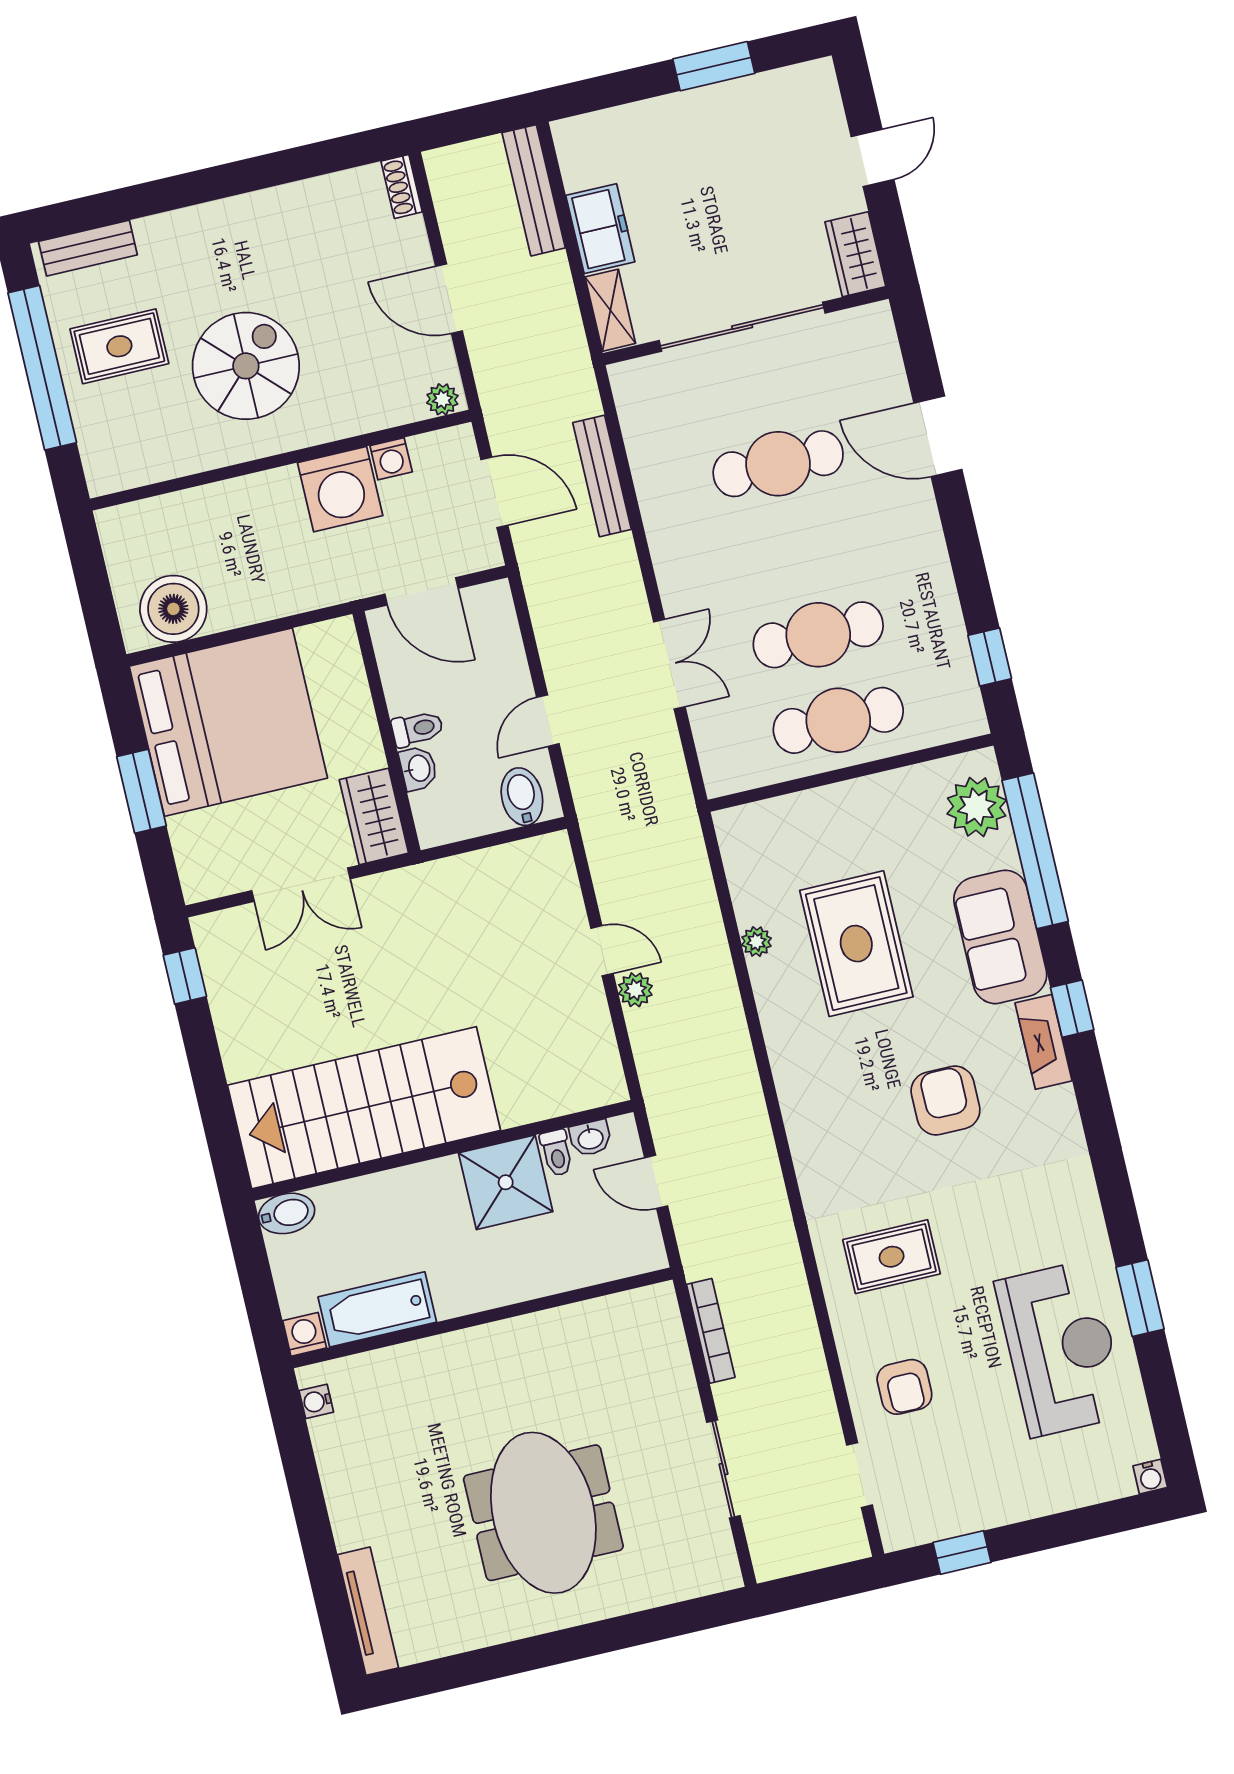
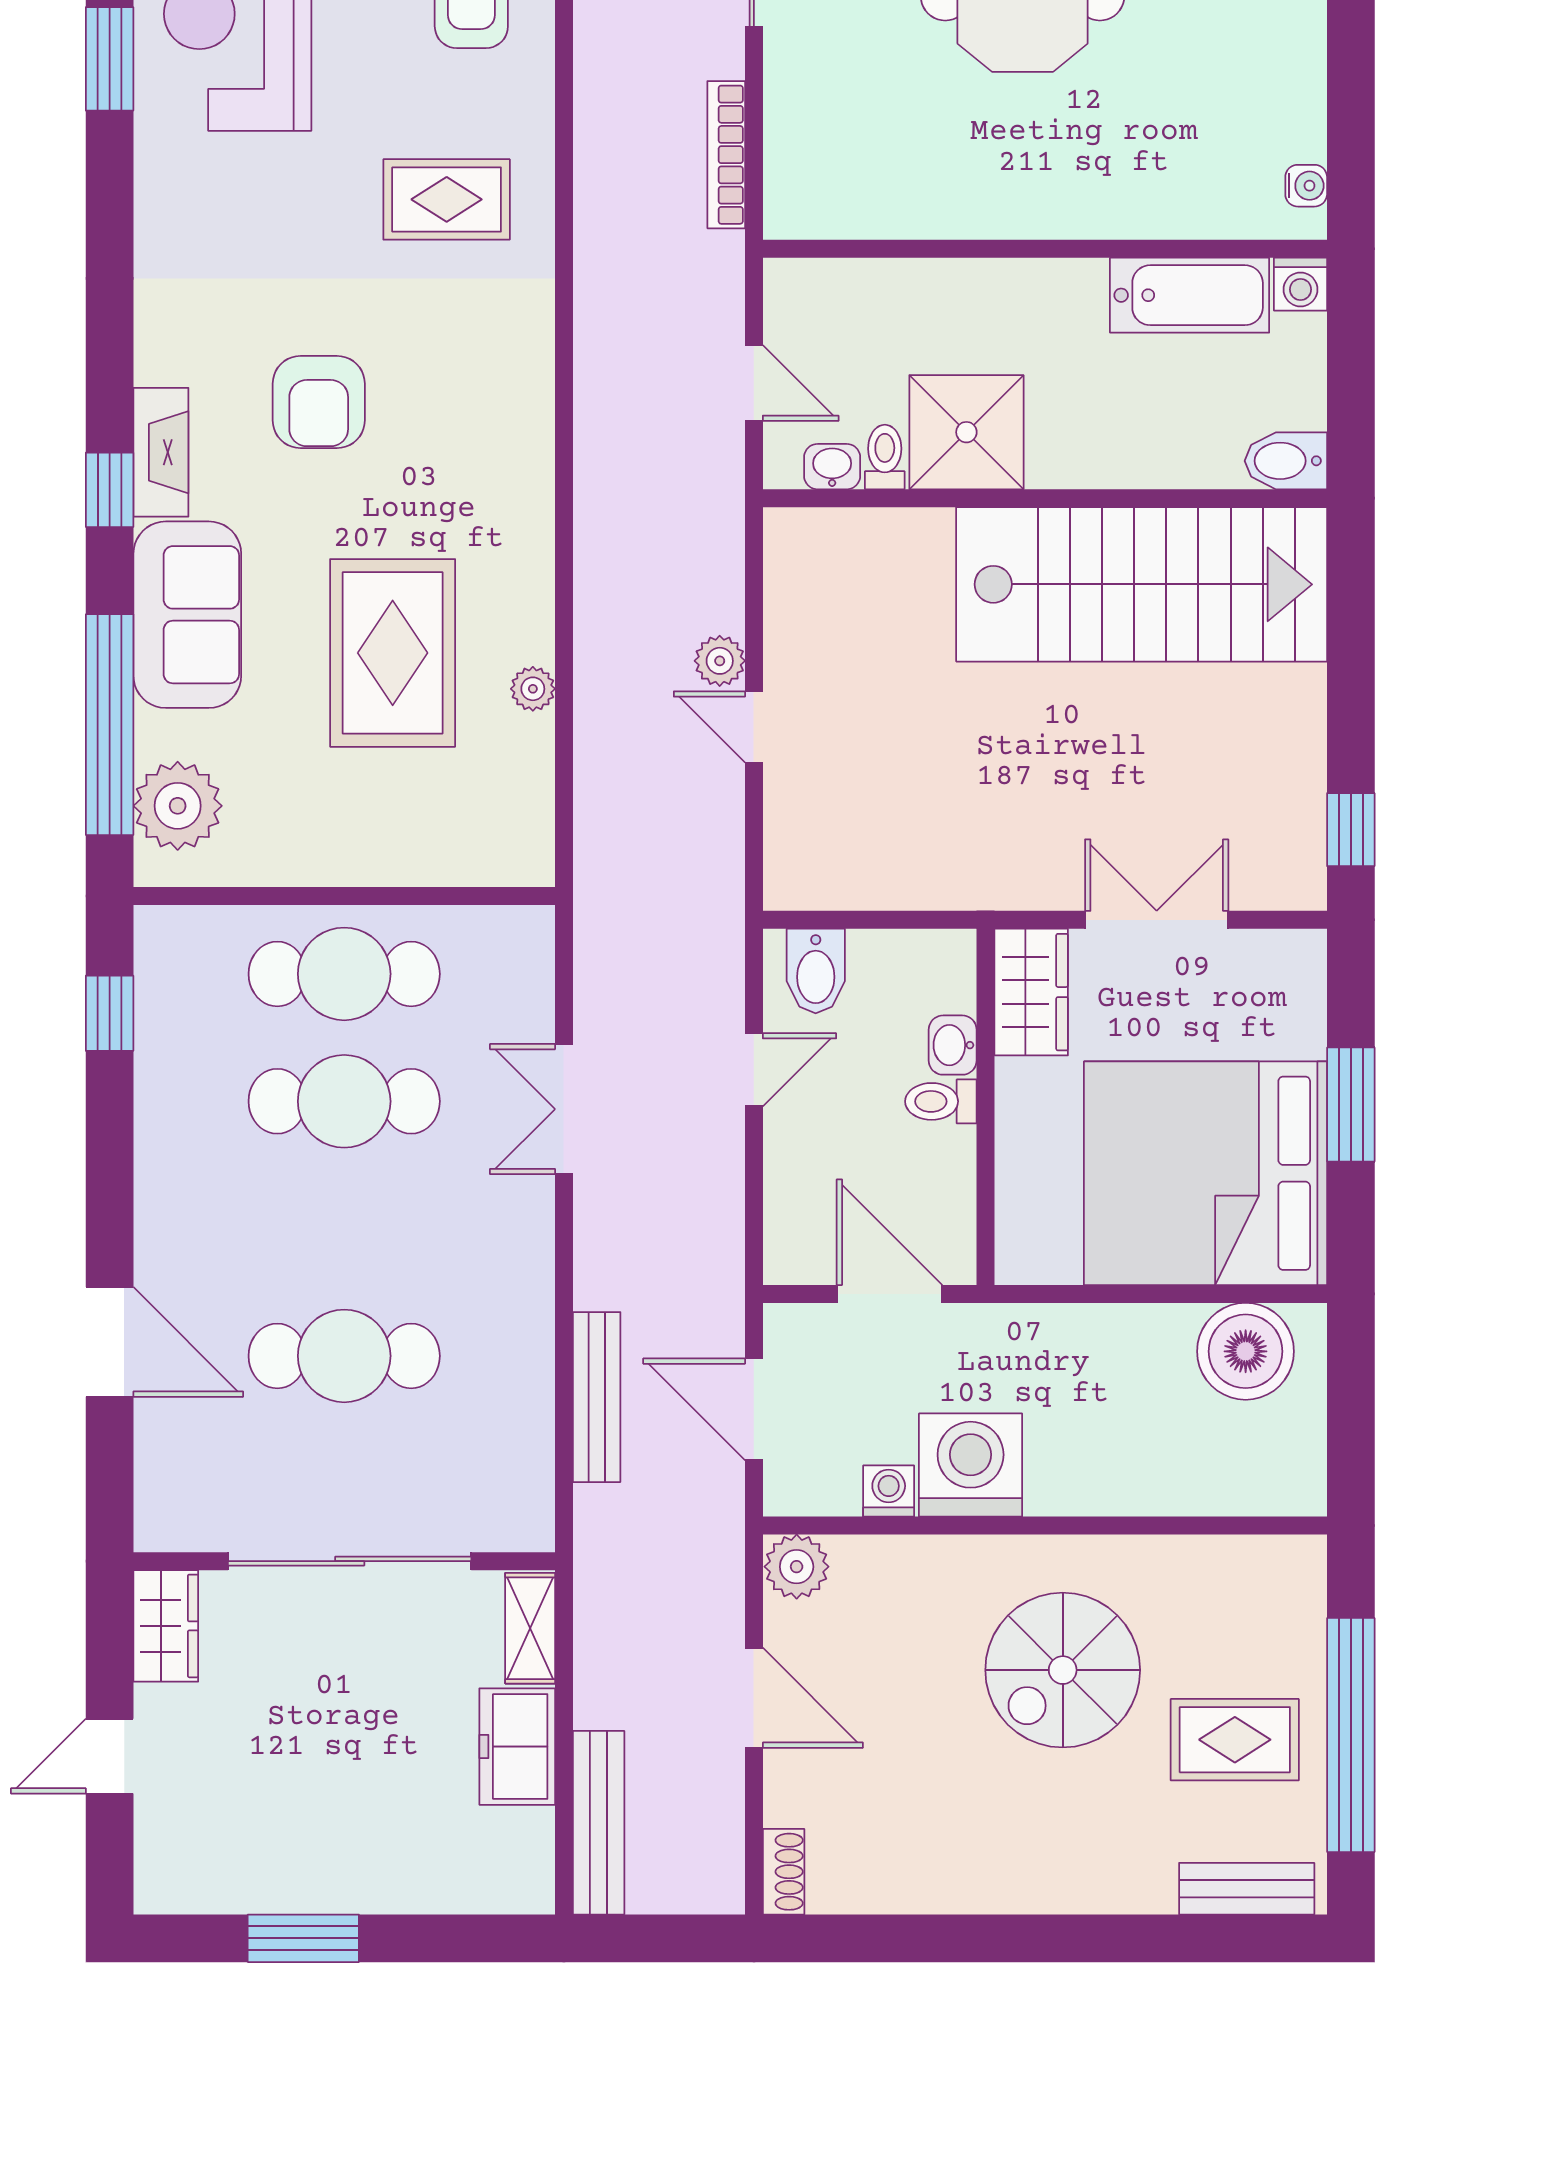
plant: (442, 399) -> (797, 1567), width x1.38, depth x1.38

